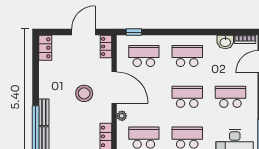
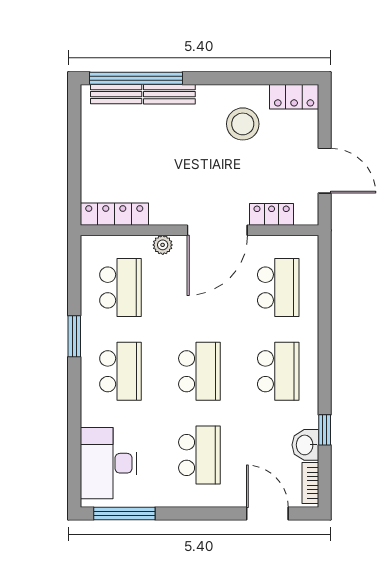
window: (134, 32) -> (325, 430), moved
locker: (106, 46) -> (272, 214), moved
stool: (84, 93) -> (243, 124), moved

